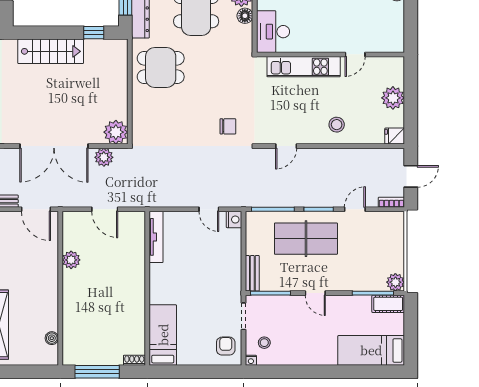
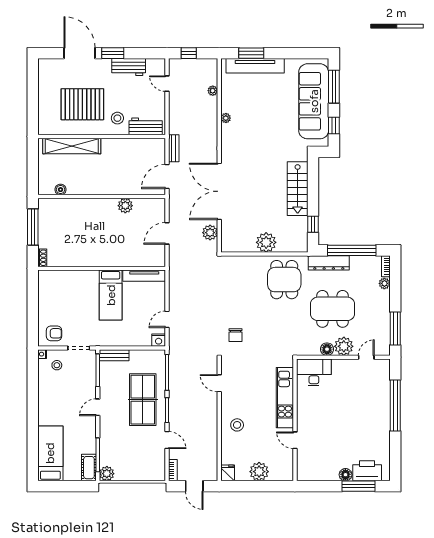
plant: (116, 132) -> (266, 242), moved
bed: (163, 335) -> (111, 295), moved, turned 90

